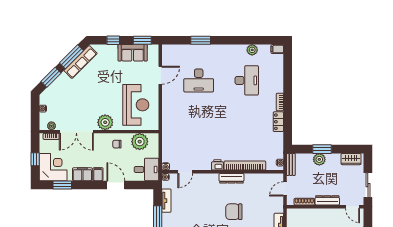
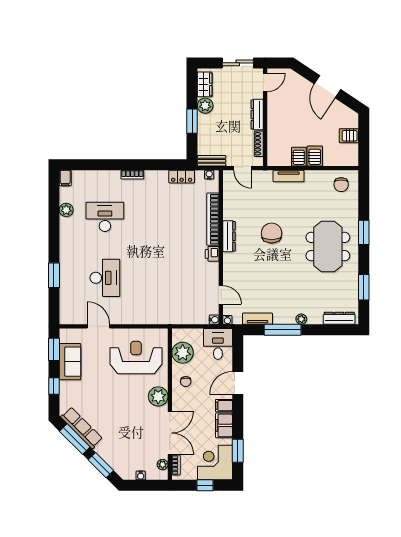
locker: (278, 122) -> (182, 177), moved
plant: (319, 159) -> (205, 106), moved
chair: (234, 212) -> (272, 233), turned 180

